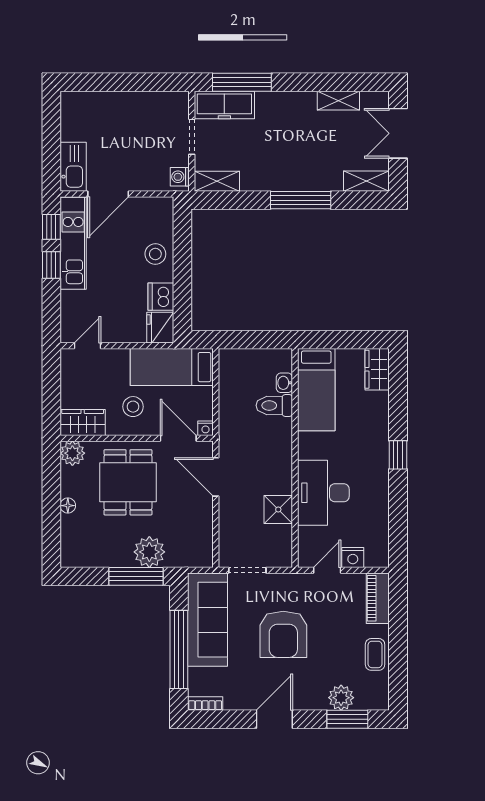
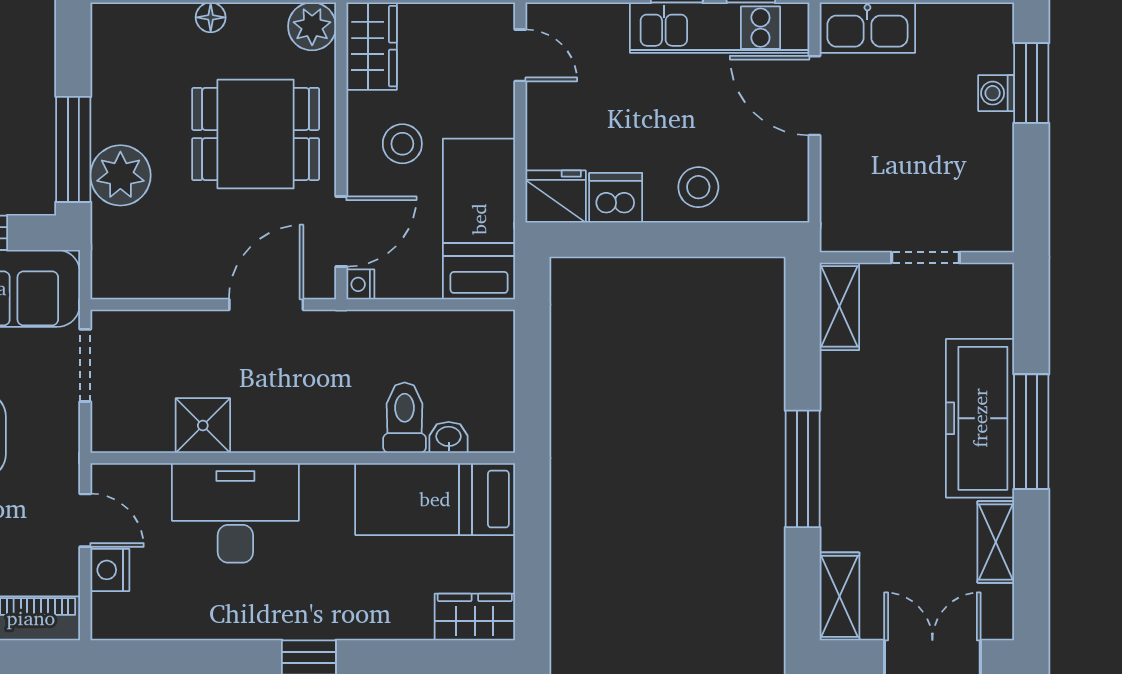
window: (102, 82) -> (1031, 83), added
window: (242, 82) -> (1031, 432), moved
freezer: (224, 105) -> (980, 418), moved, width x1.36, depth x1.26
washing machine: (180, 177) -> (996, 93), moved, turned -90

